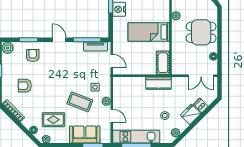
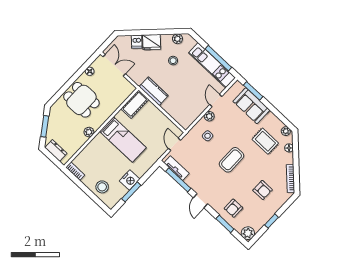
coffee table: (80, 102) -> (232, 160), moved, turned 69

